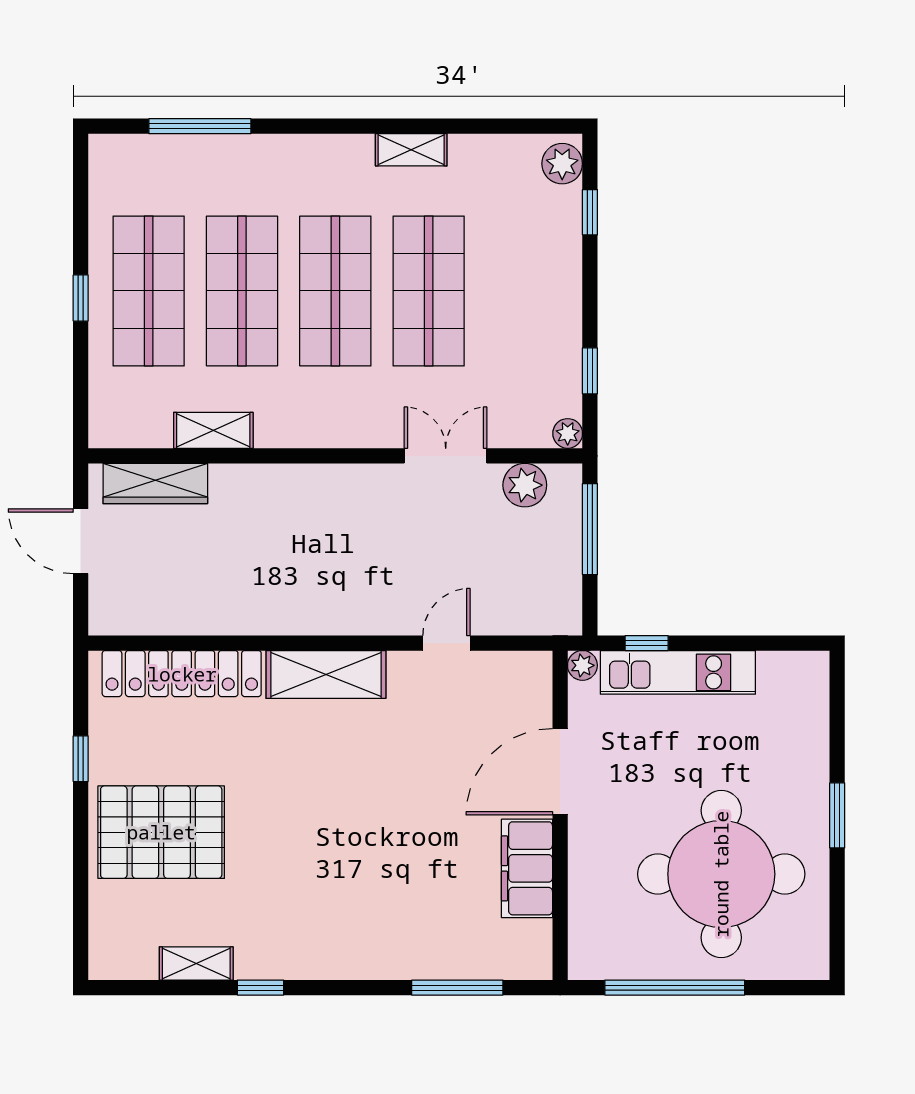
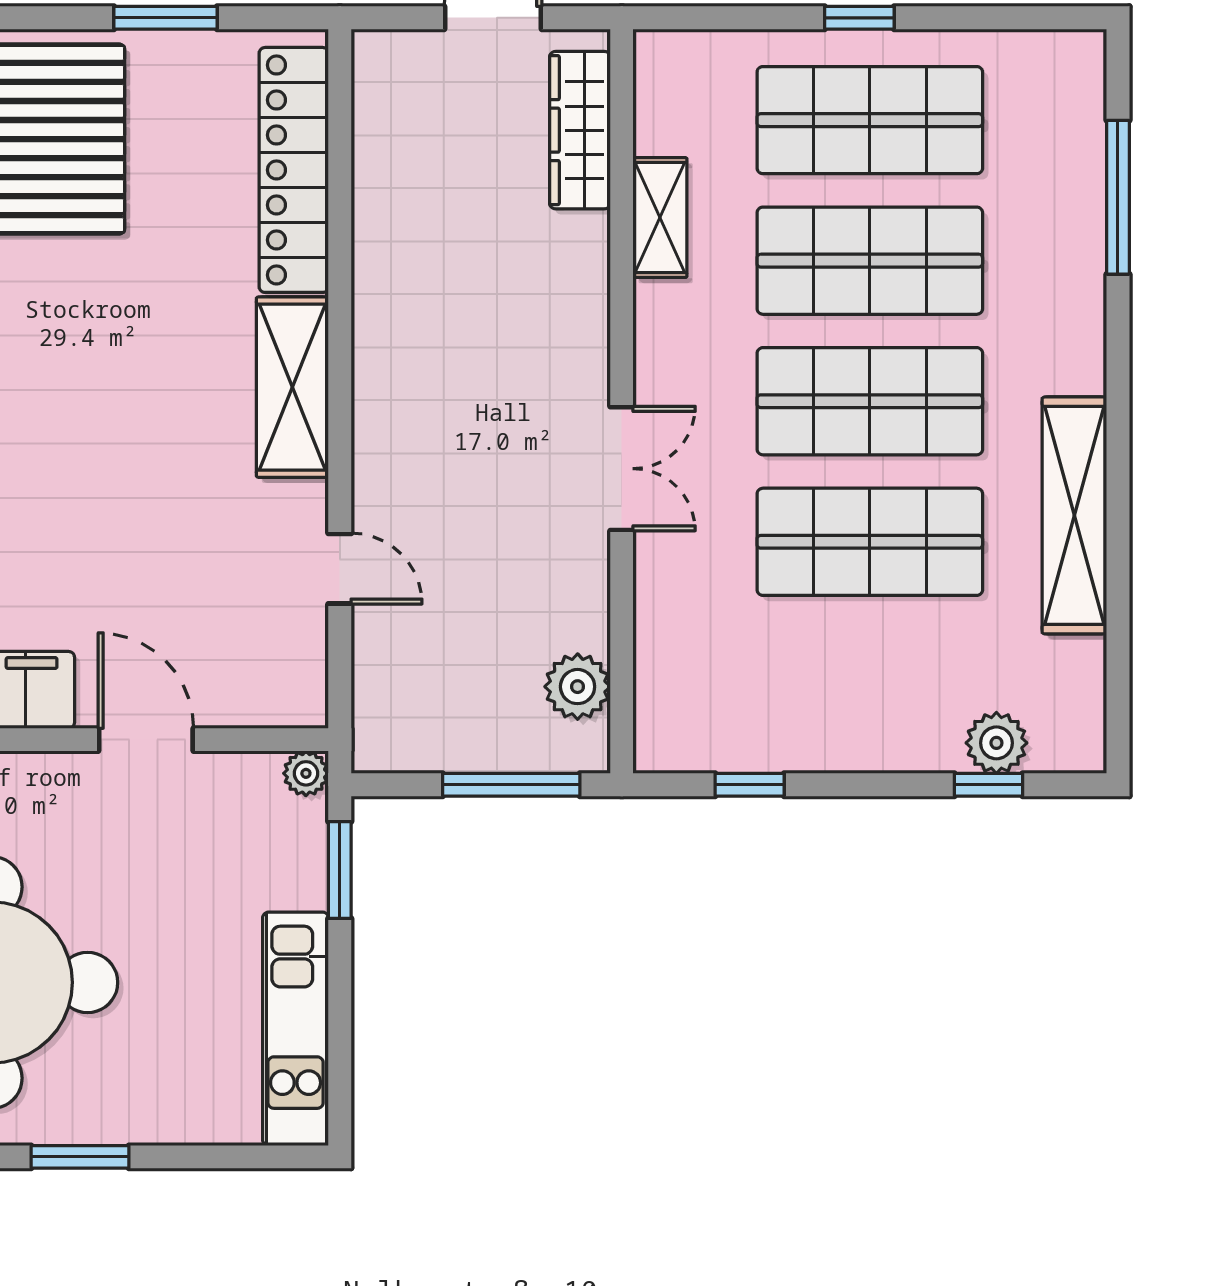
shelving: (411, 150) -> (1074, 515), width x2.20, depth x1.33
plant: (562, 164) -> (996, 743), moved
plant: (568, 433) -> (655, 751), removed
double door: (446, 456) -> (622, 469), moved
window: (647, 643) -> (340, 870), width x1.50
kitchen unit: (678, 672) -> (296, 1029), moved
window: (81, 759) -> (166, 18), width x1.50
door: (560, 772) -> (146, 740), width x0.73

